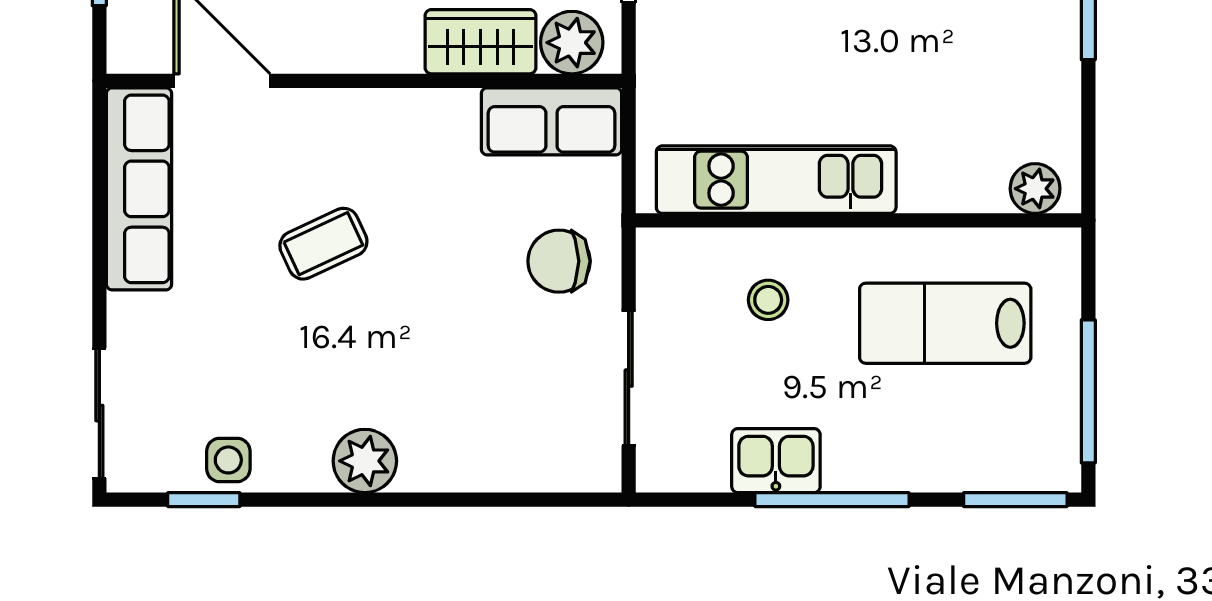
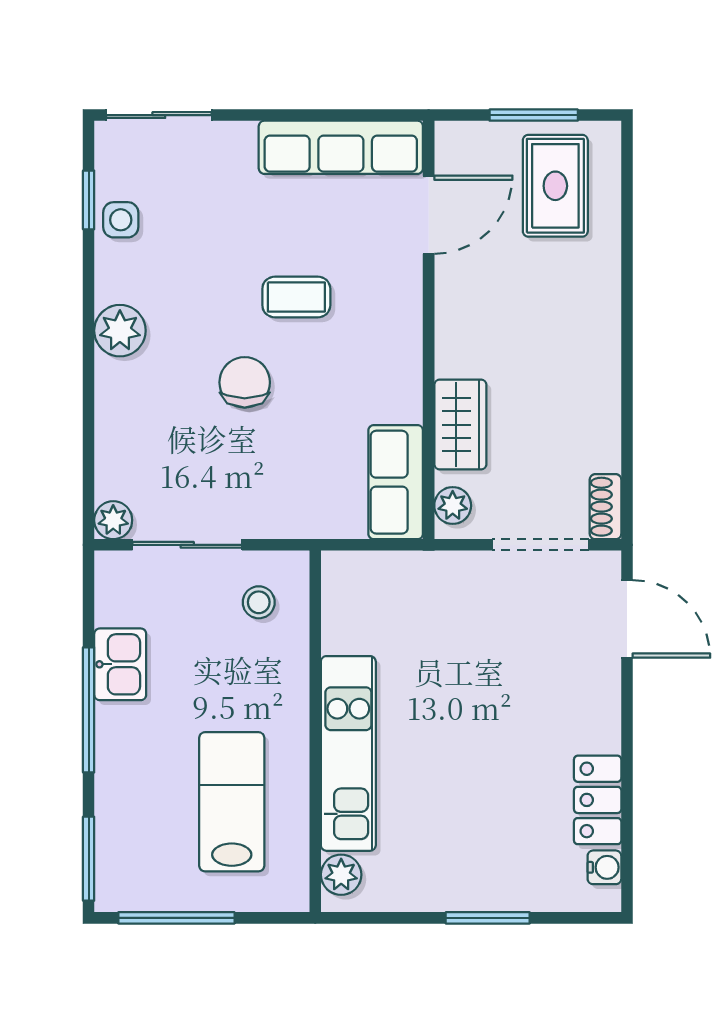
plant: (572, 43) -> (453, 506), width x0.73, depth x0.73
kitchen unit: (776, 180) -> (348, 753), moved
coffee table: (323, 244) -> (296, 297), turned -65
chair: (559, 261) -> (245, 382), moved
stool: (768, 300) -> (259, 602), moved
plant: (598, 469) -> (113, 520), added

